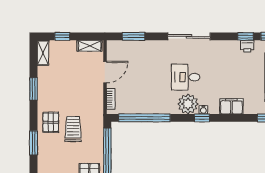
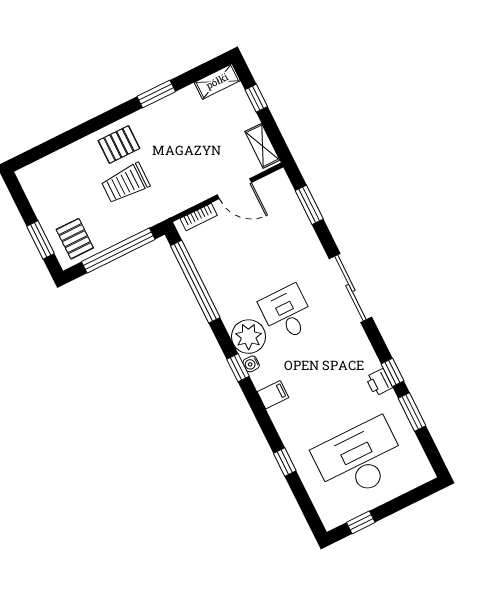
filing cabinet: (231, 106) -> (273, 395), width x0.50
trolley: (73, 129) -> (126, 183), turned 180
window: (33, 143) -> (75, 134), removed

